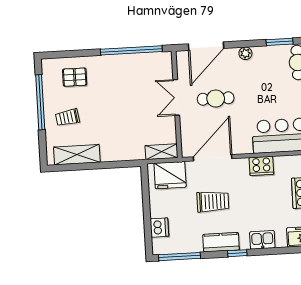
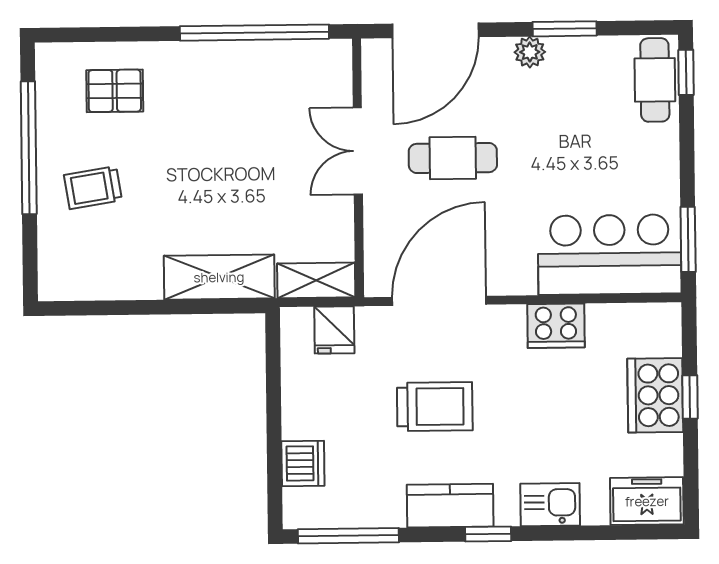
window: (280, 42) -> (565, 29), moved
shelving: (77, 155) -> (219, 277), moved
fridge: (170, 175) -> (334, 330), width x0.53, depth x0.75

